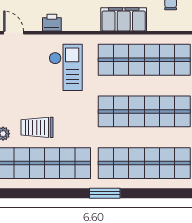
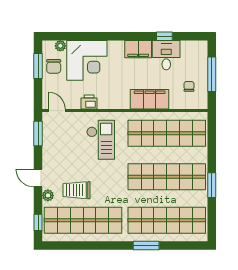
window: (105, 193) -> (146, 246), moved

